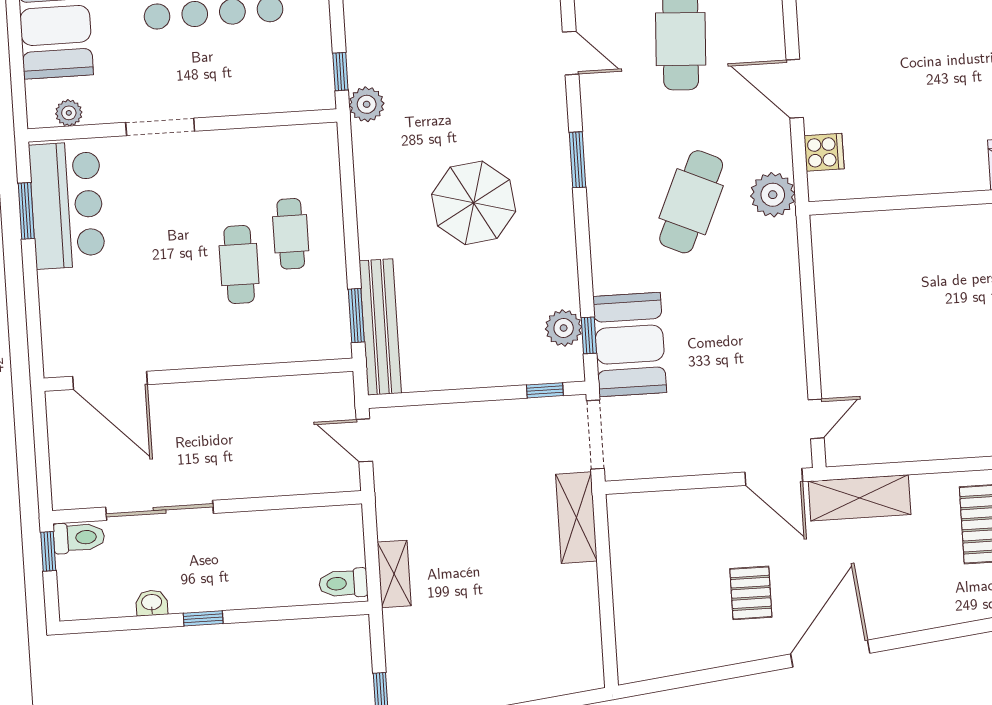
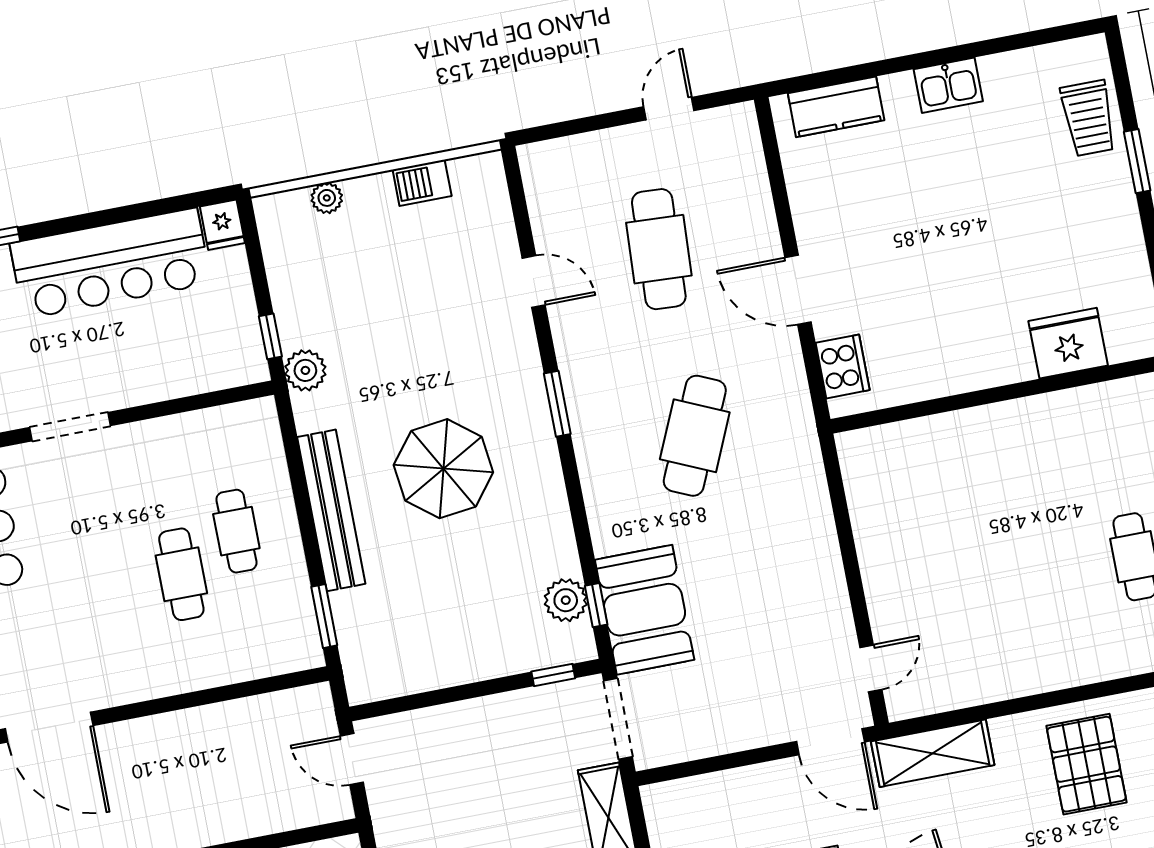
cooker: (824, 152) -> (843, 366), width x1.36
plant: (773, 195) -> (788, 416), removed
bench: (380, 327) -> (331, 510), moved

